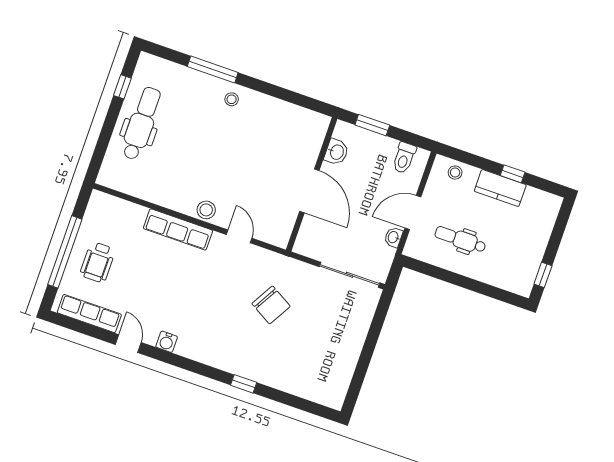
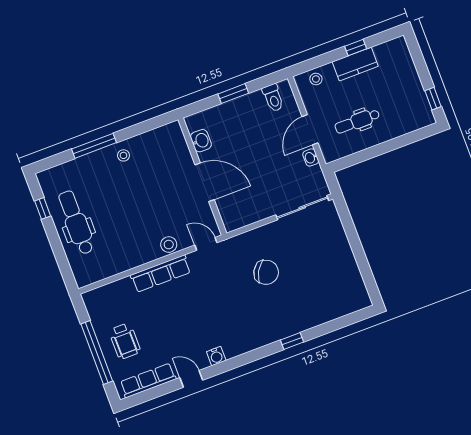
washbasin: (336, 152) -> (201, 141), moved
wall: (312, 184) -> (202, 176), moved
door: (309, 191) -> (205, 182), moved

